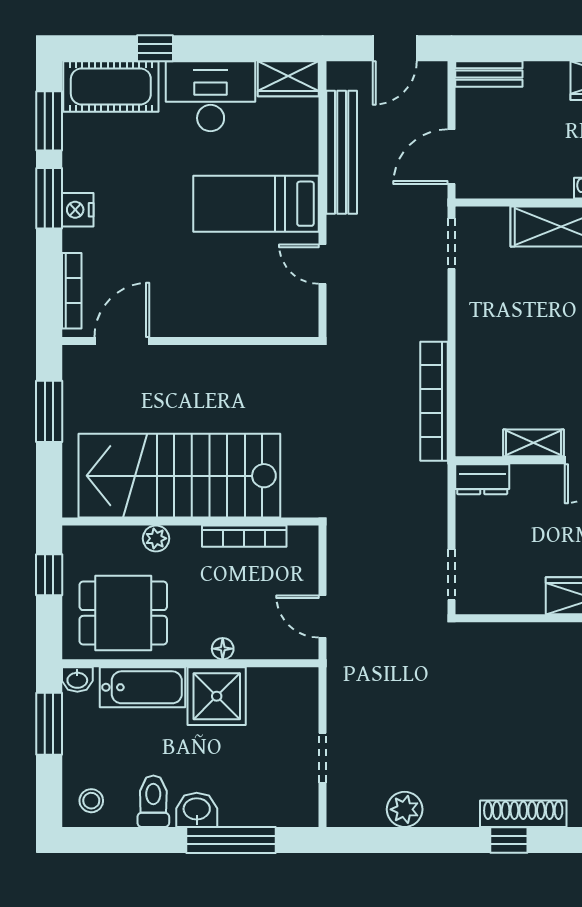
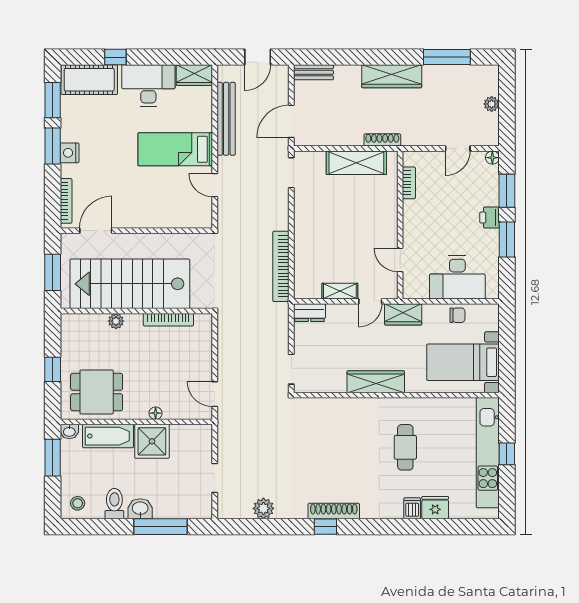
stairs: (179, 476) -> (130, 284), moved
wall: (190, 522) -> (136, 311), moved
bookcase: (244, 536) -> (168, 320), moved
plant: (156, 538) -> (116, 321), moved

